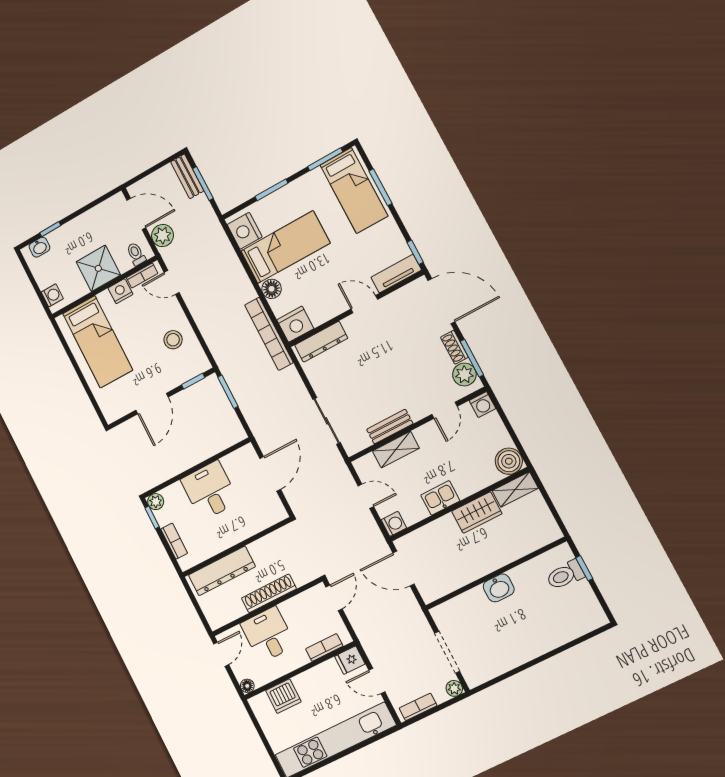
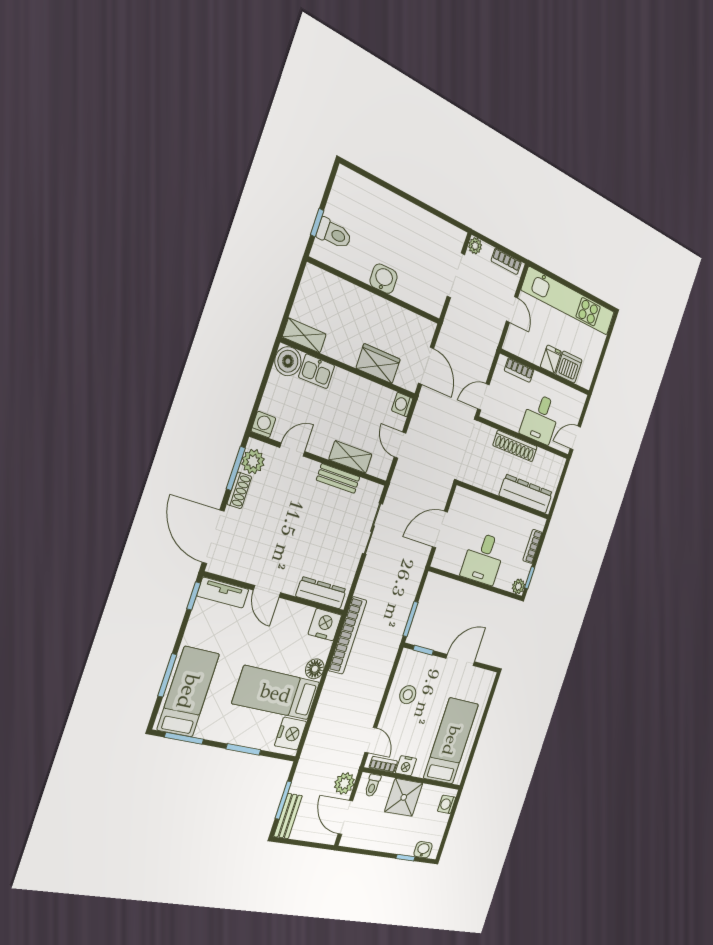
kitchen sink: (440, 498) -> (317, 371), moved
wardrobe: (477, 512) -> (378, 364), moved
fridge: (350, 660) -> (551, 359), moved, turned -90
floor lamp: (247, 686) -> (581, 399), removed

